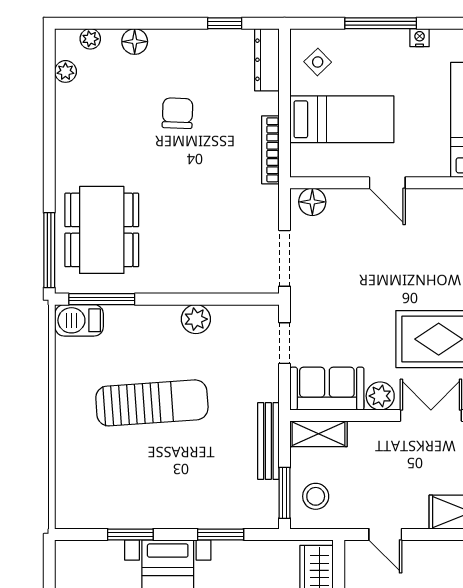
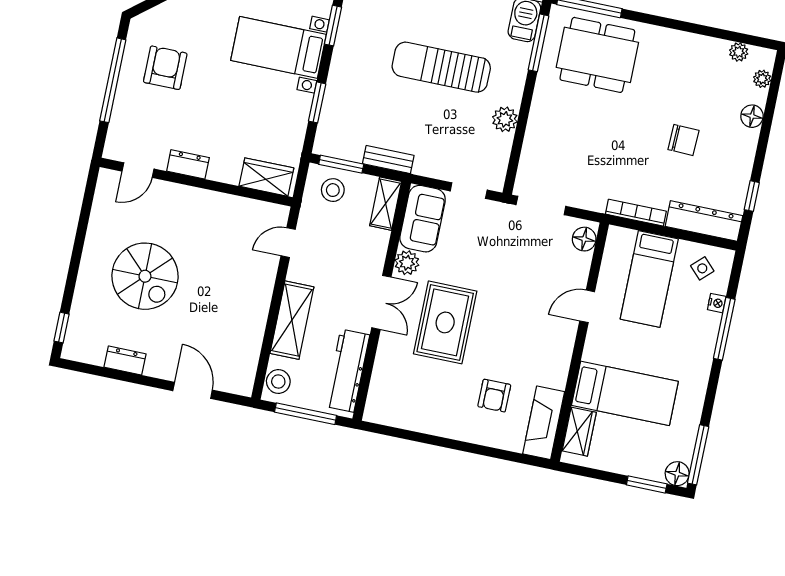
nightstand: (420, 38) -> (717, 303), moved
dresser: (267, 60) -> (704, 221), width x1.37, depth x1.24
sun lounger: (152, 403) -> (441, 67), turned 94
bench: (268, 441) -> (388, 160), width x0.73

